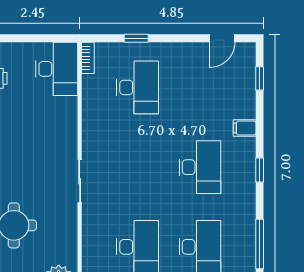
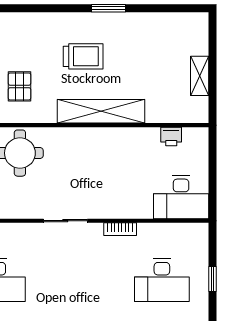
bookcase: (88, 58) -> (120, 229), moved

